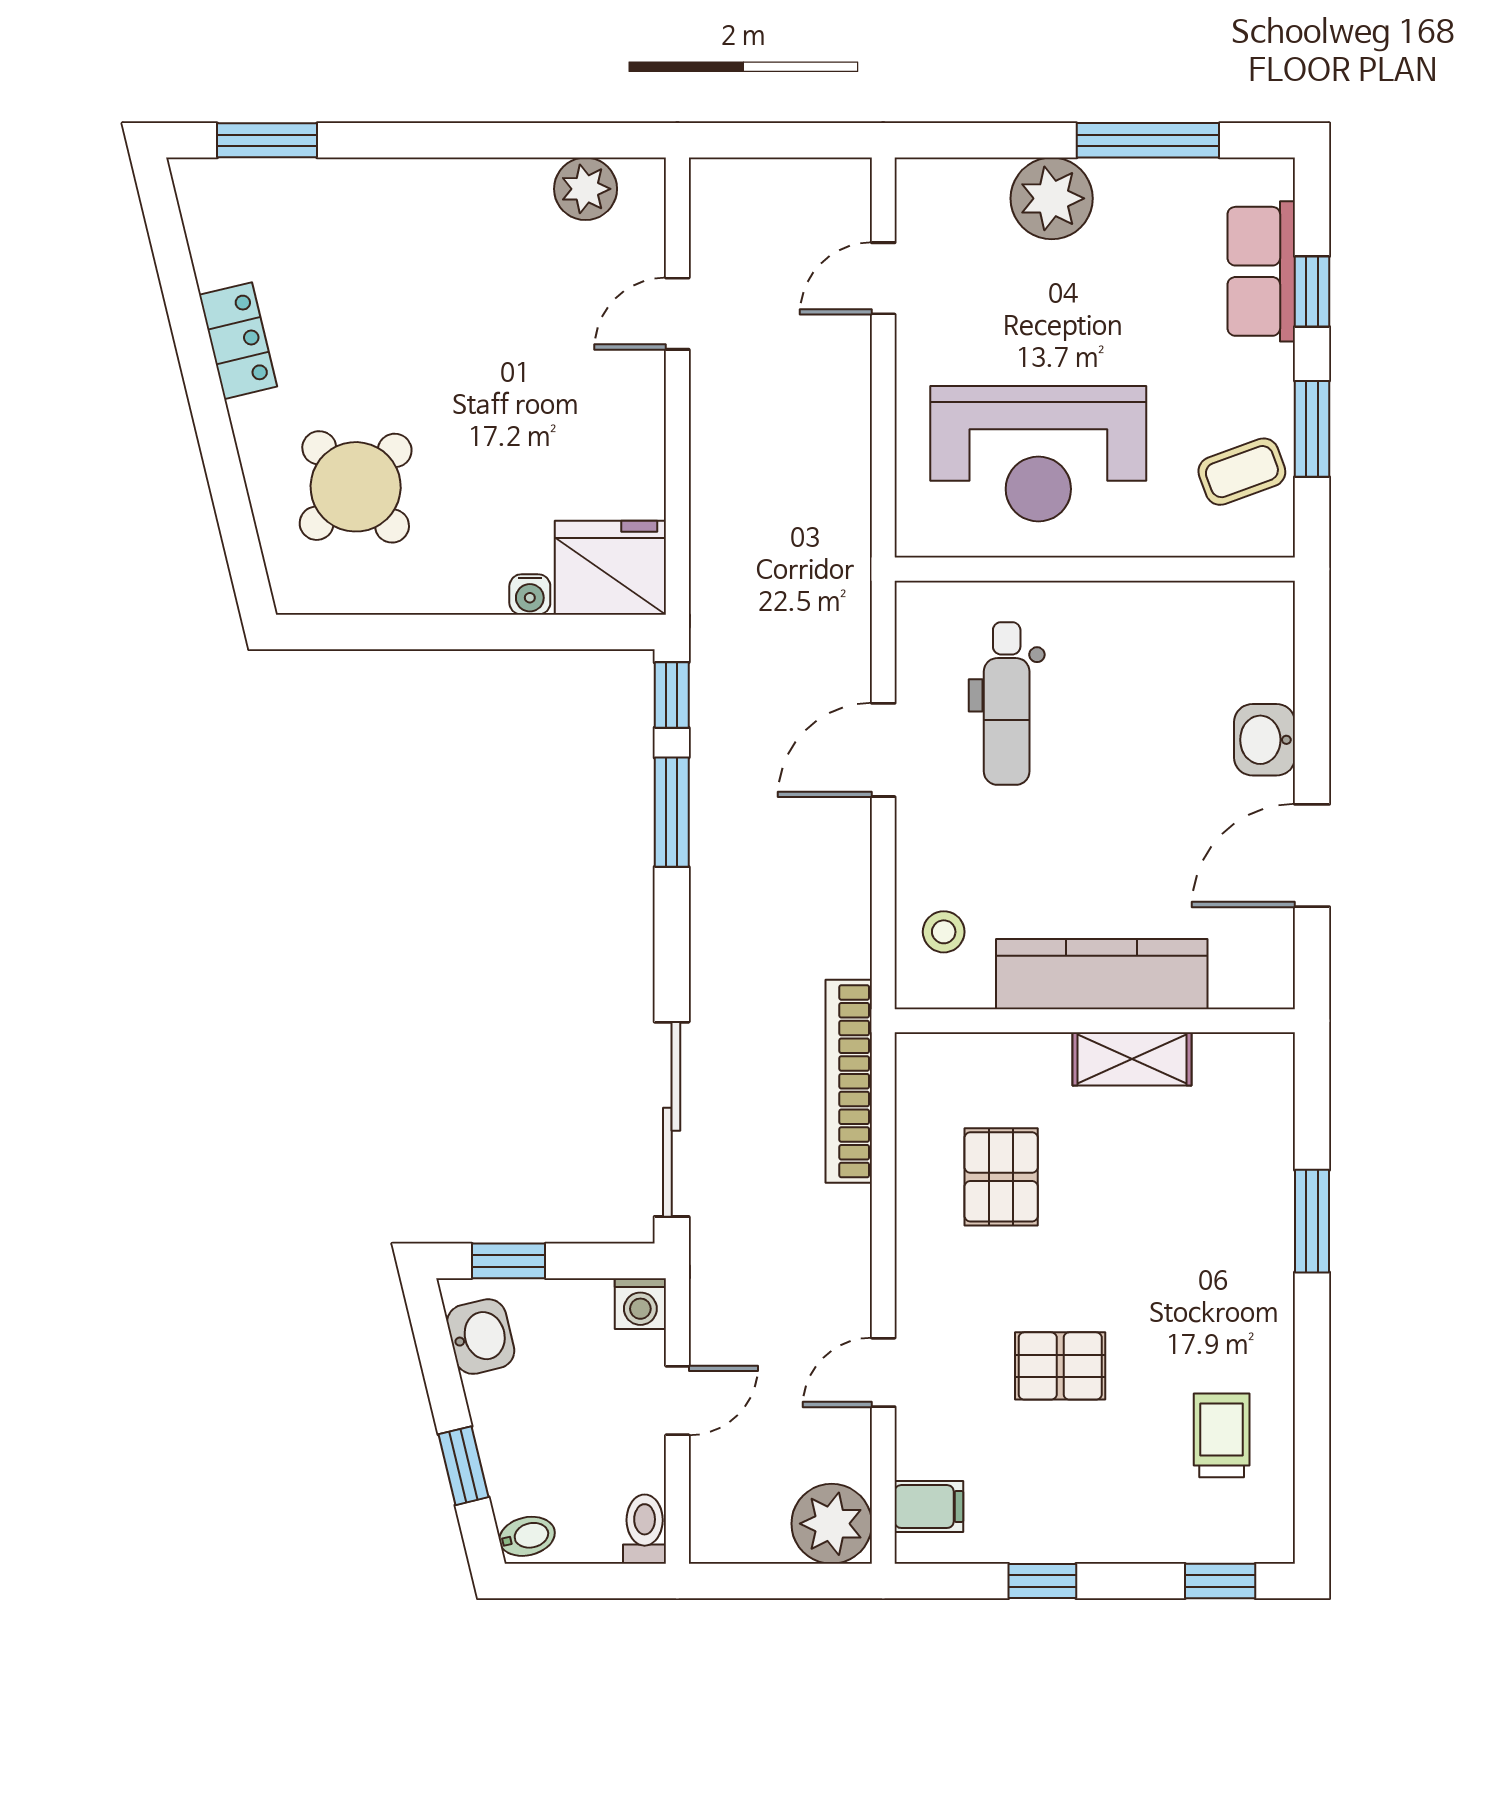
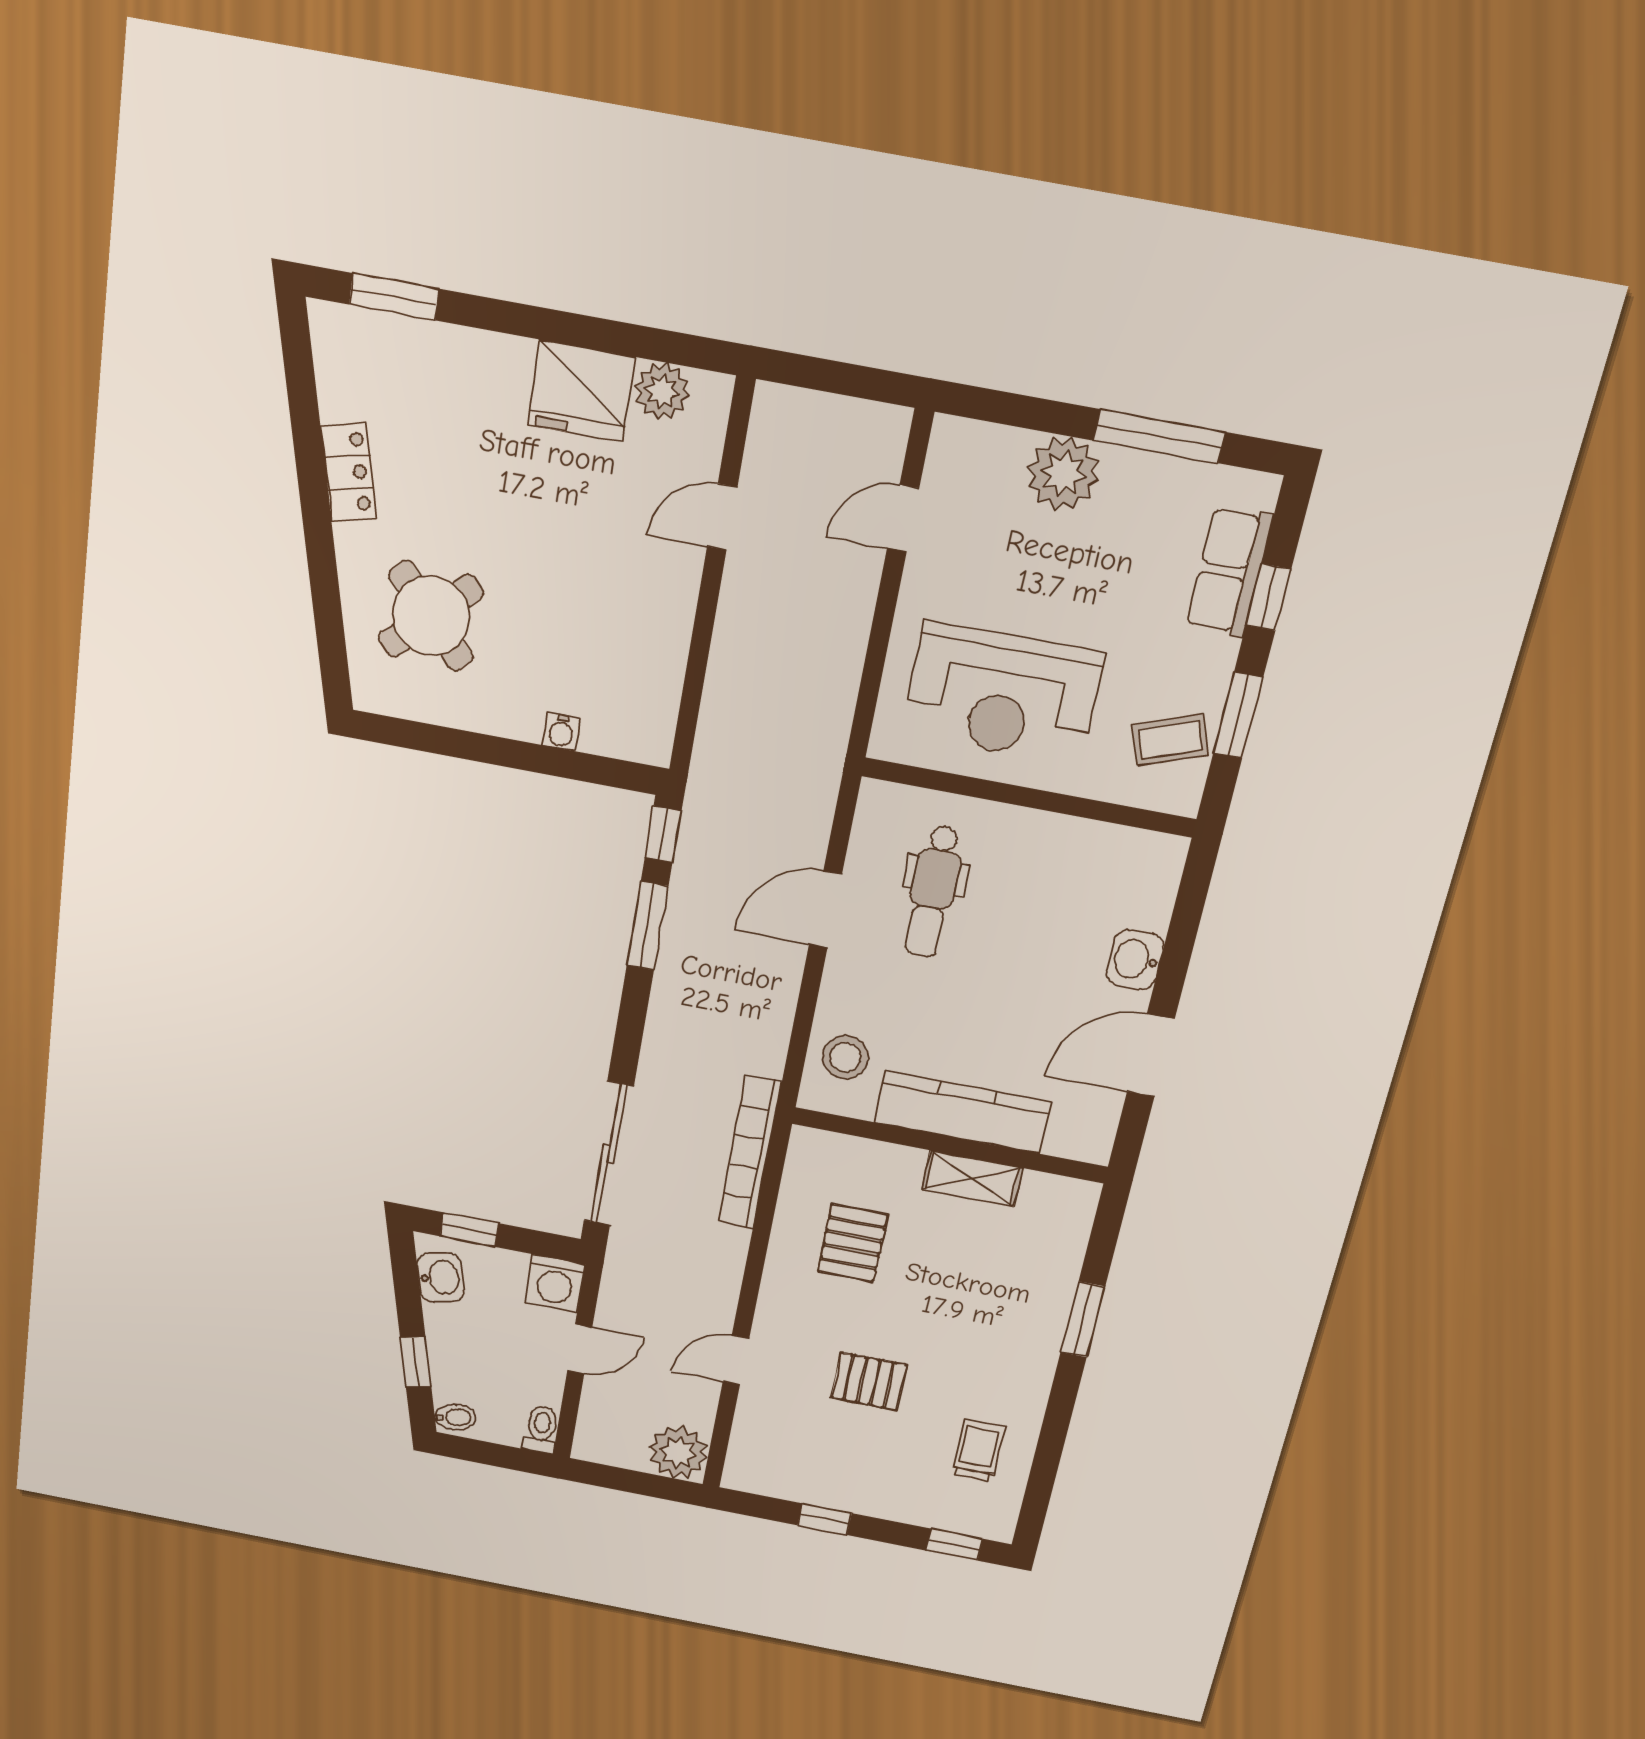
fridge: (610, 568) -> (581, 391), moved, turned 180
stool: (944, 932) -> (845, 1057), width x1.37, depth x1.37
washing machine: (640, 1304) -> (555, 1283), width x1.38, depth x1.38
filing cabinet: (929, 1507) -> (752, 1455), removed

